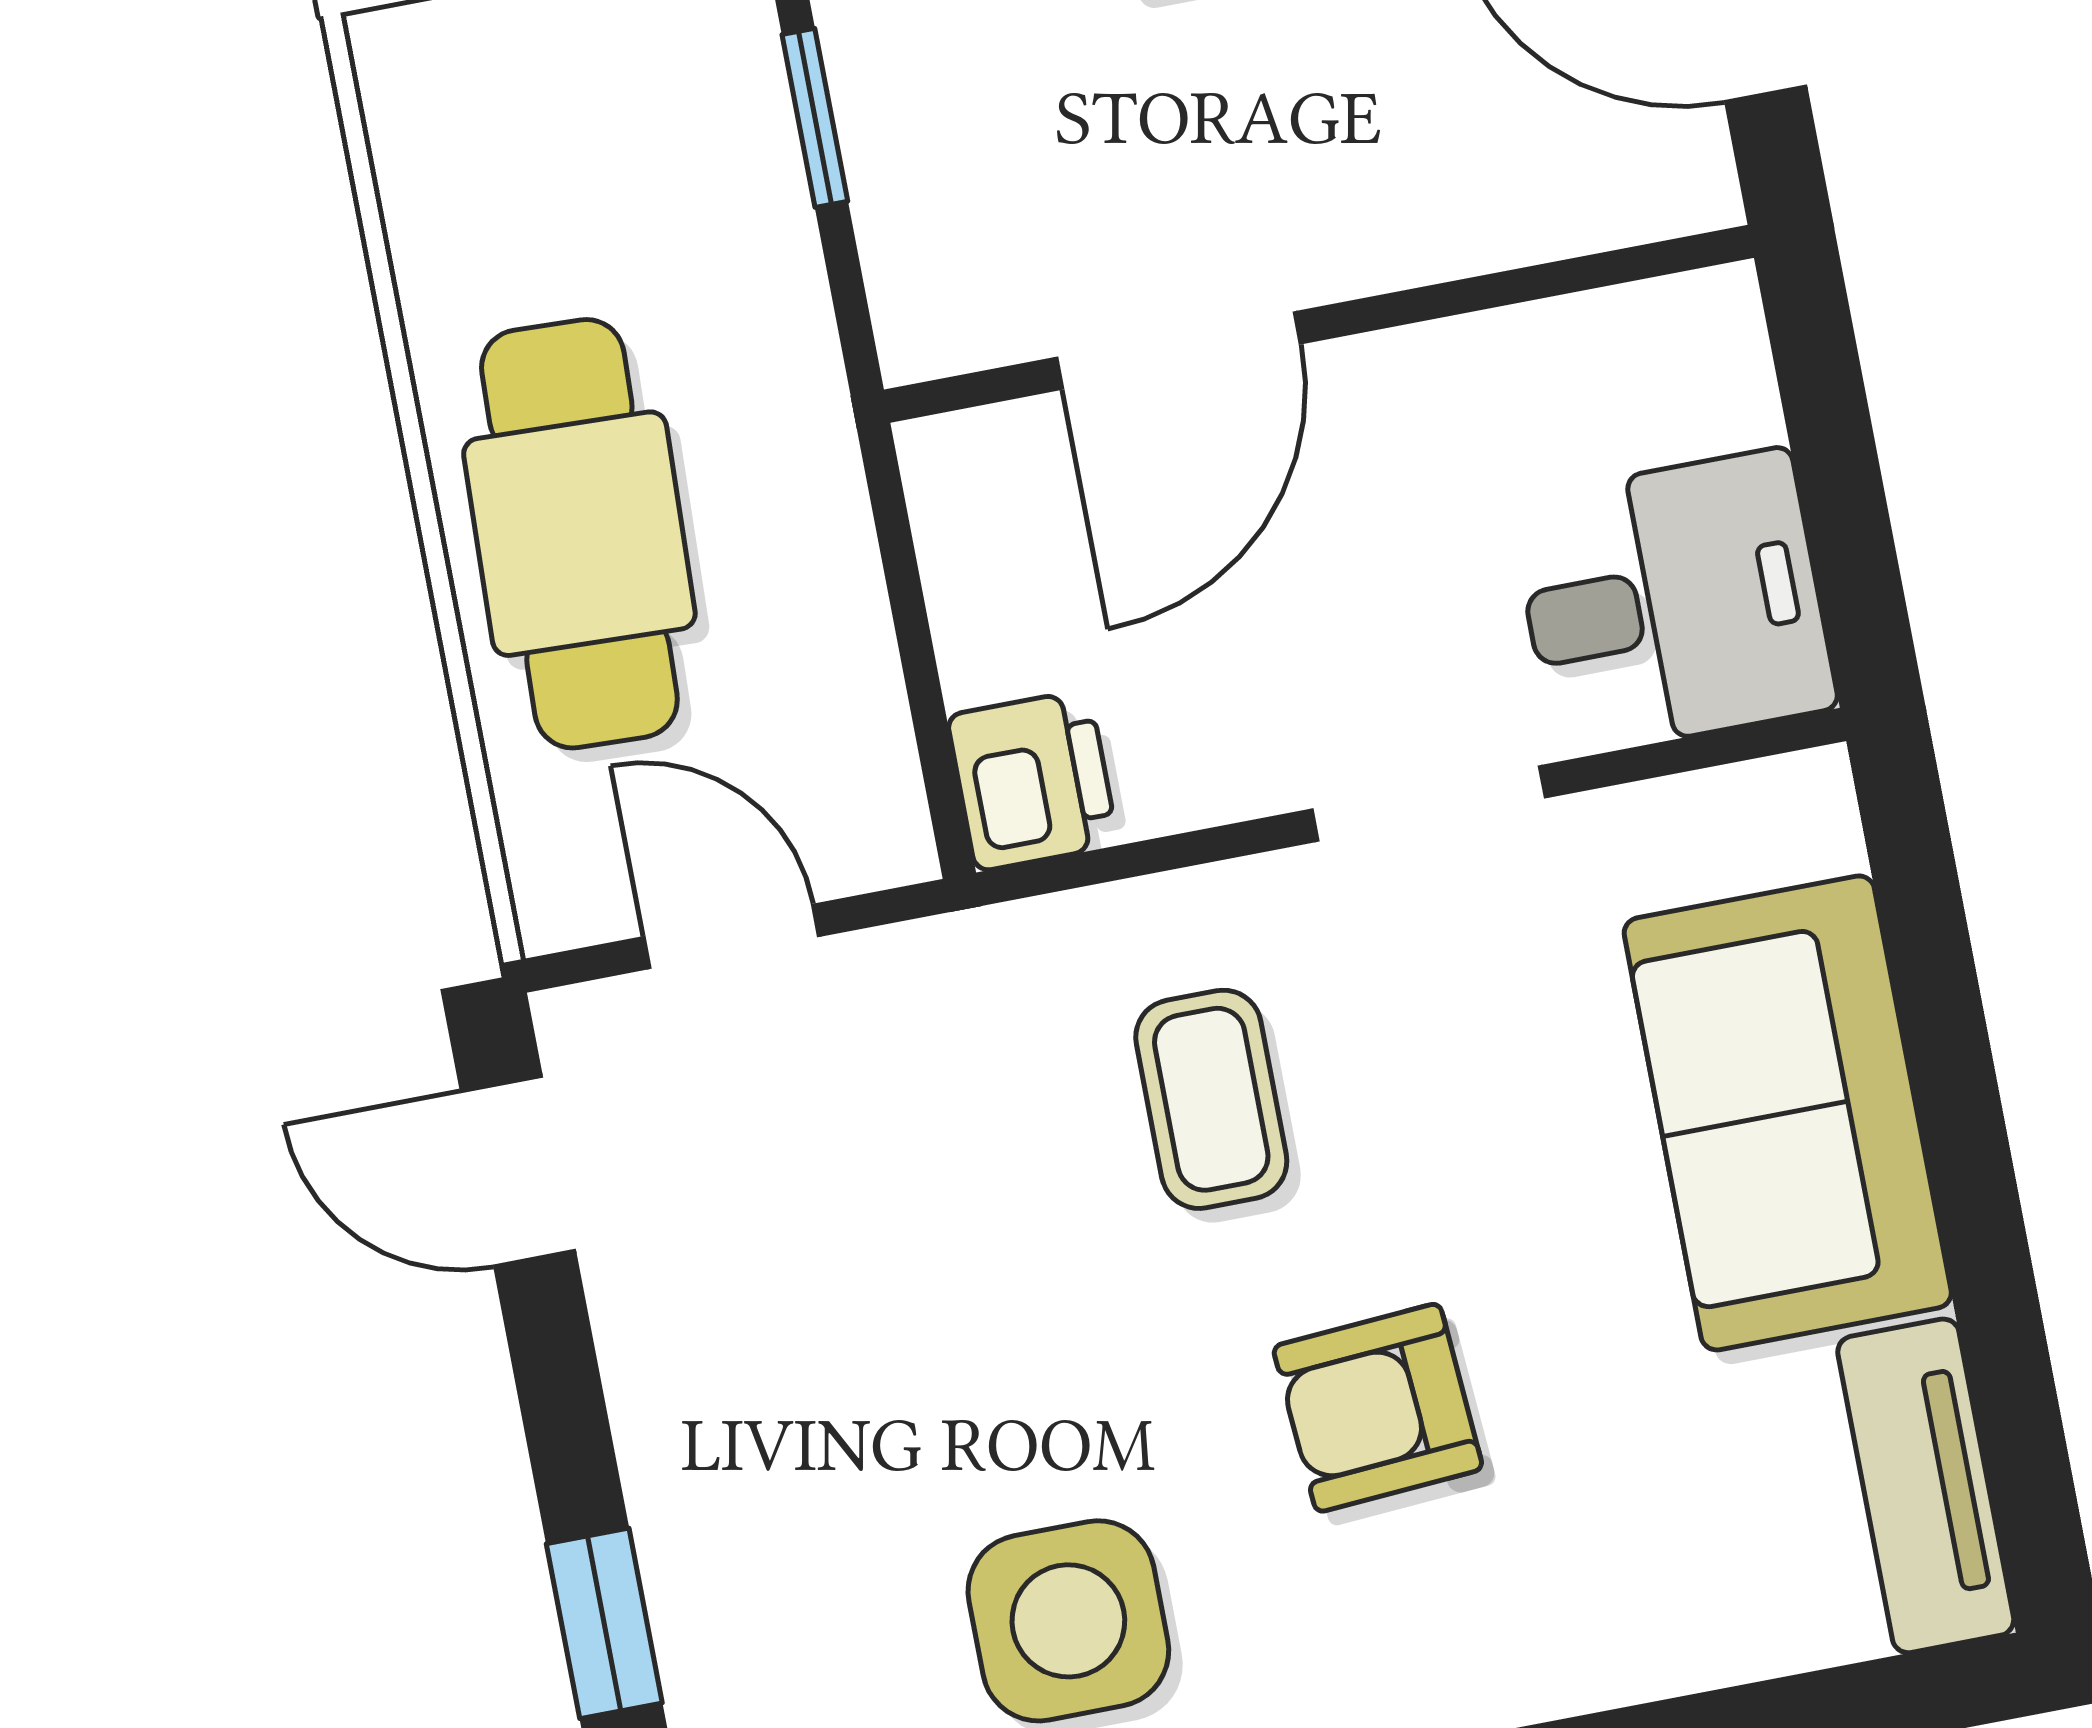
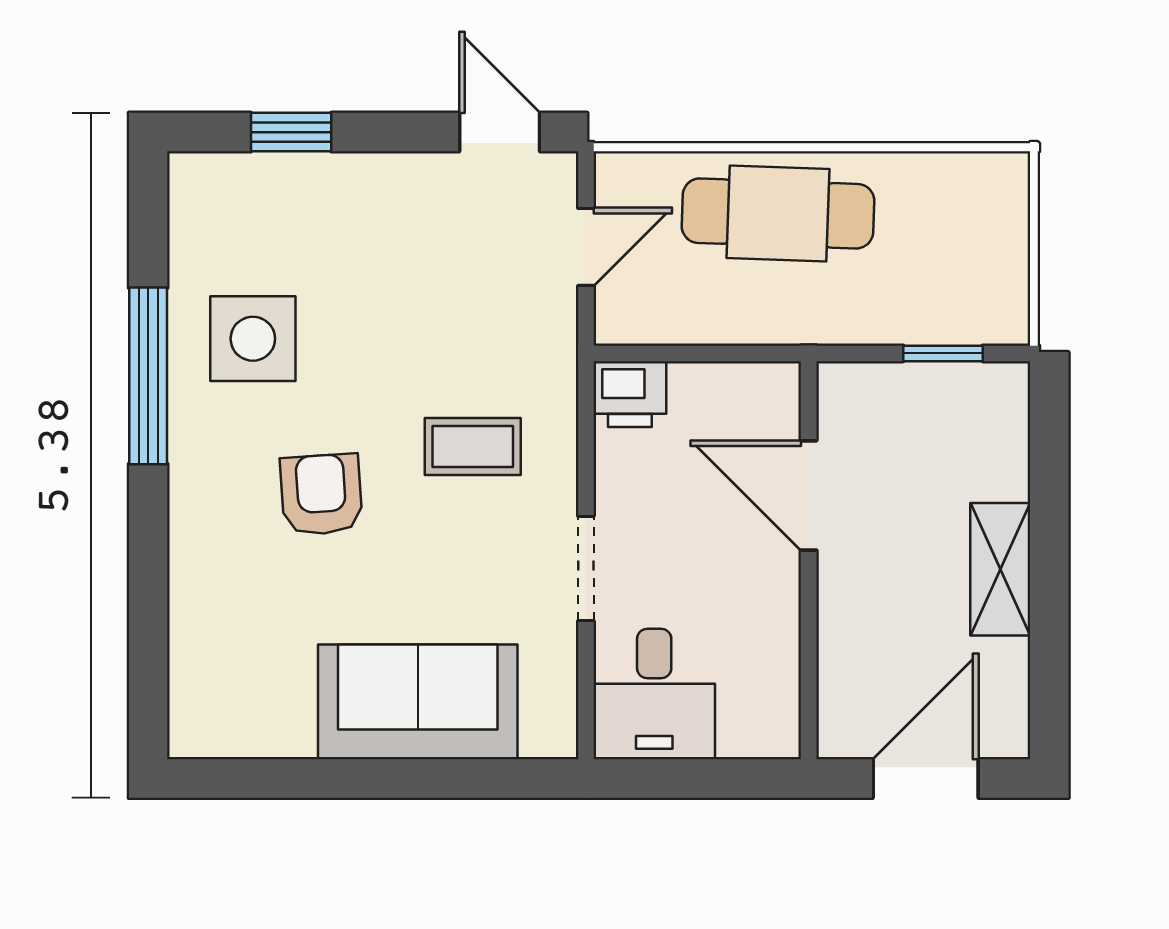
door: (518, 1171) -> (500, 132), hinge flipped
tv unit: (1926, 1486) -> (240, 732), removed

